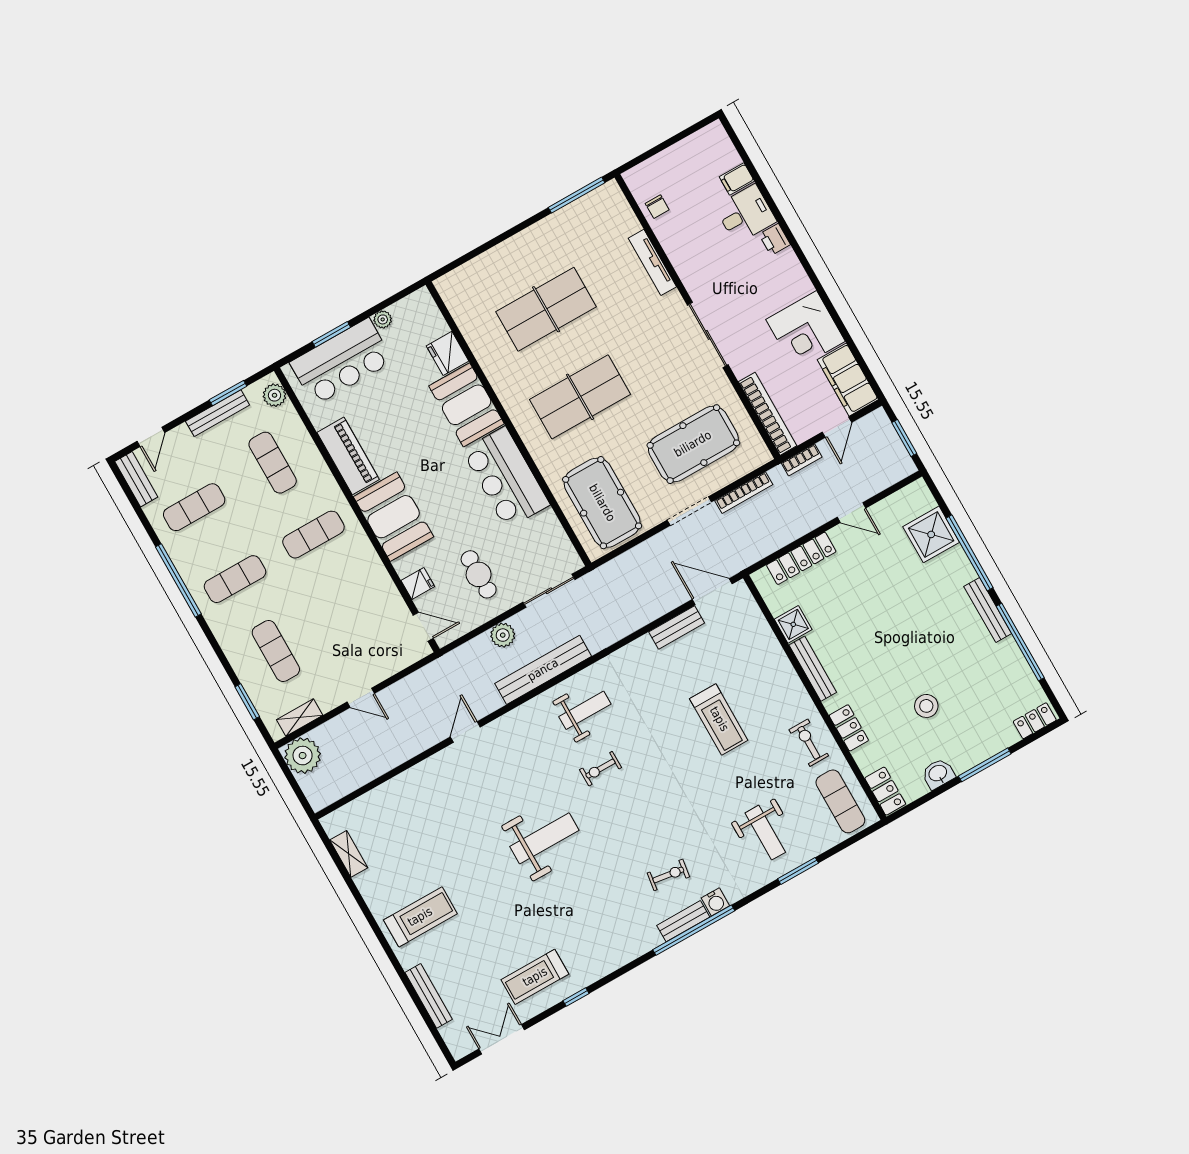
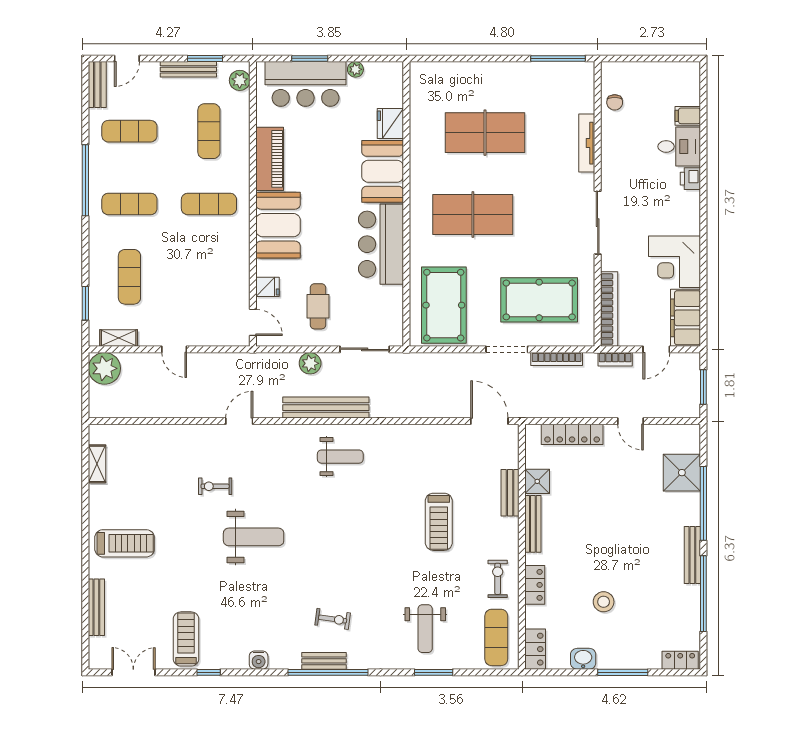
bench: (677, 627) -> (510, 493), moved, turned 90
exercise bike: (601, 769) -> (215, 486), moved
water cooler: (715, 902) -> (259, 660), moved
treadmill: (535, 977) -> (186, 639), turned 90

